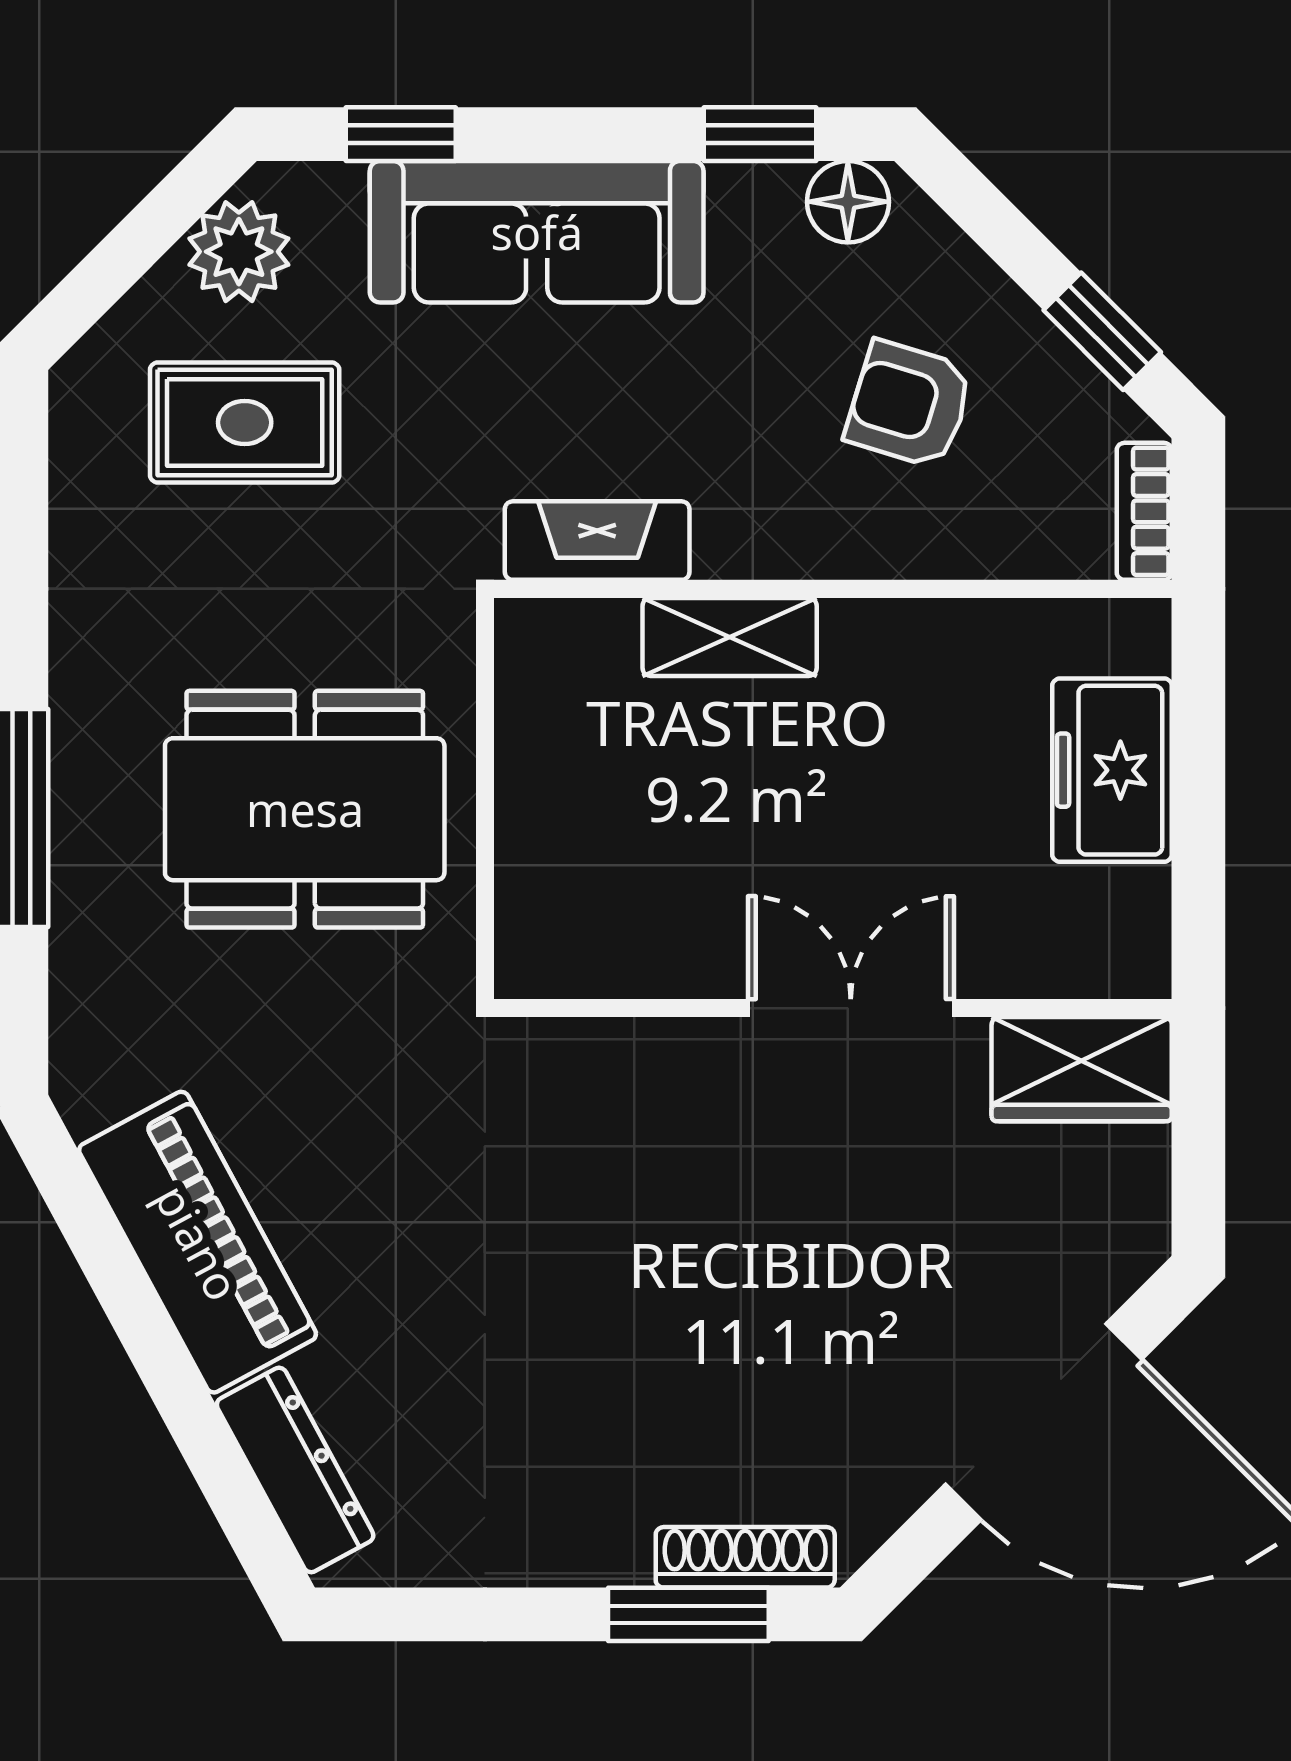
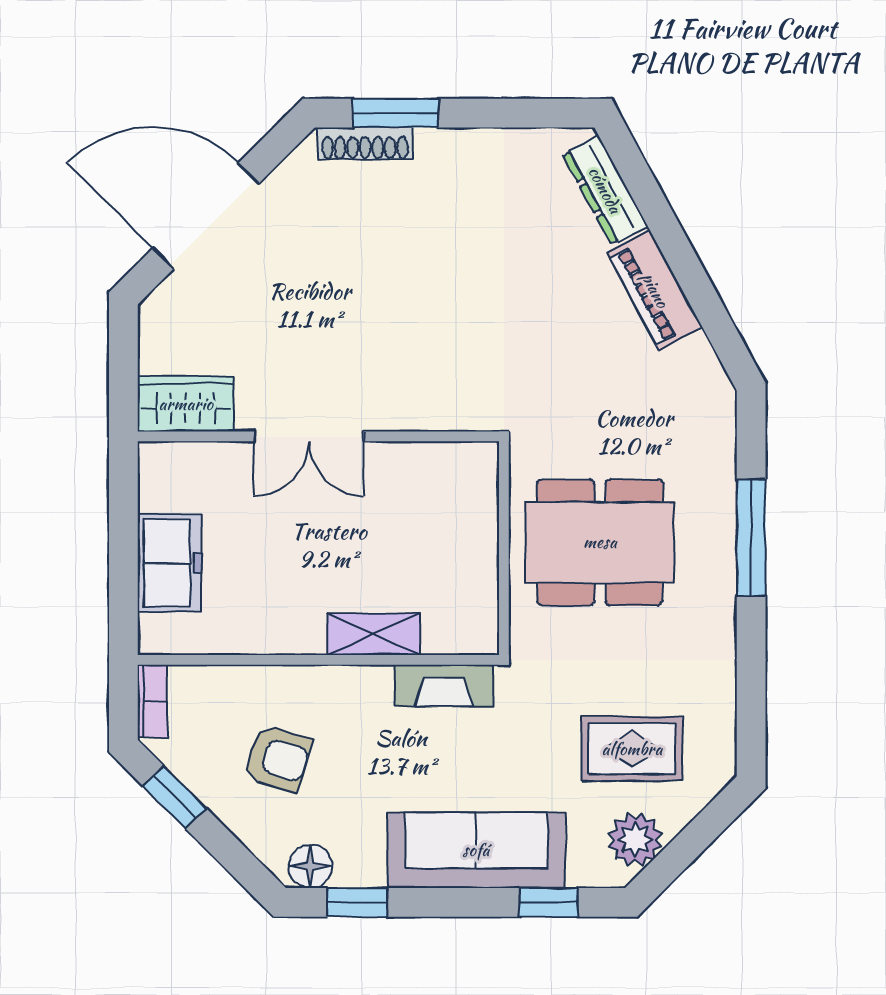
piano: (198, 1242) -> (655, 290), width x0.73, depth x0.75

